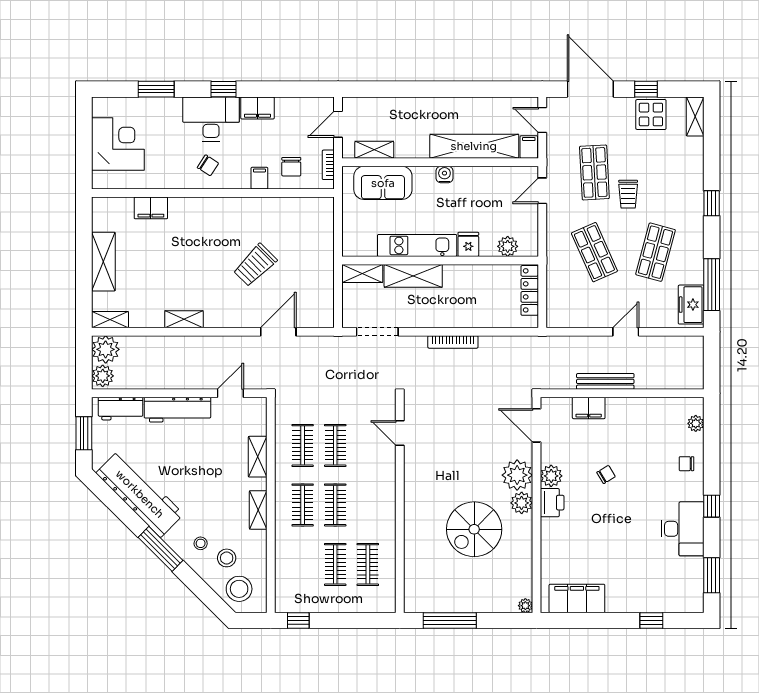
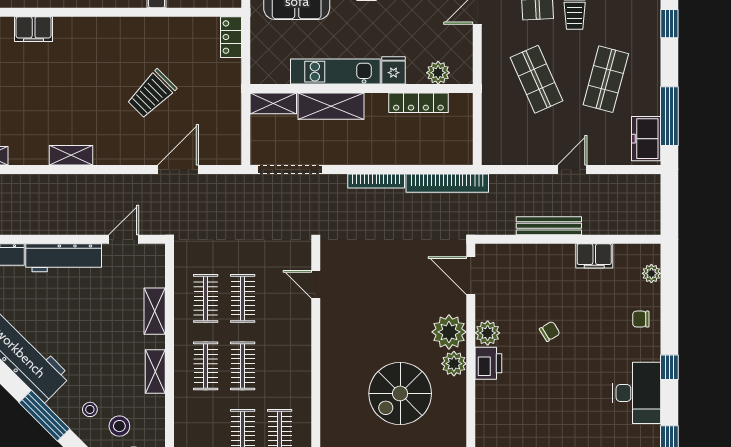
locker: (325, 215) -> (231, 37), added
locker: (530, 290) -> (418, 103), moved, turned -90
doorway: (377, 332) -> (290, 169), width x1.36
bookcase: (516, 344) -> (447, 183), added
filing cabinet: (589, 408) -> (594, 256), moved

